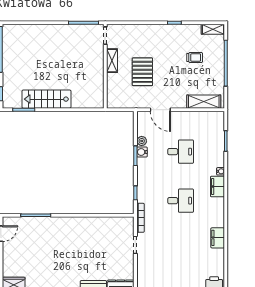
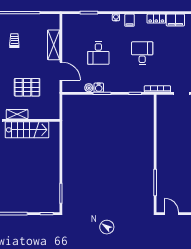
stairs: (46, 99) -> (27, 130), moved, turned -90
shelving: (204, 102) -> (54, 45), moved
door: (160, 110) -> (61, 71), hinge flipped
desk: (181, 152) -> (98, 53), turned 180
filing cabinet: (217, 187) -> (130, 20), width x0.50
locker: (219, 217) -> (156, 19), added

